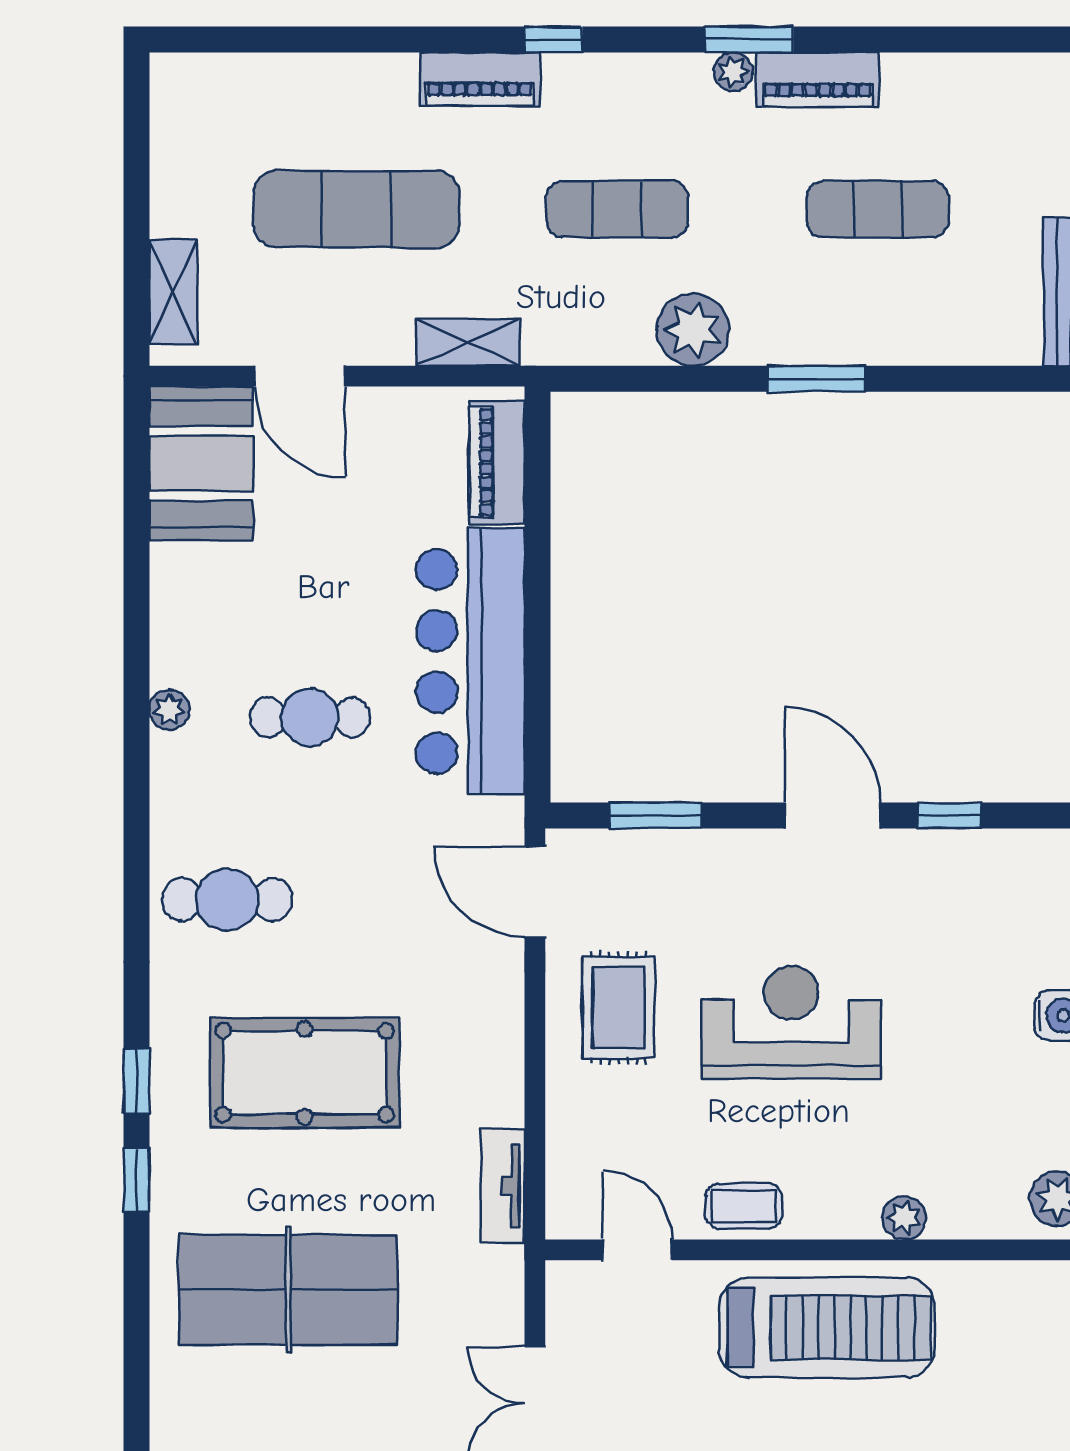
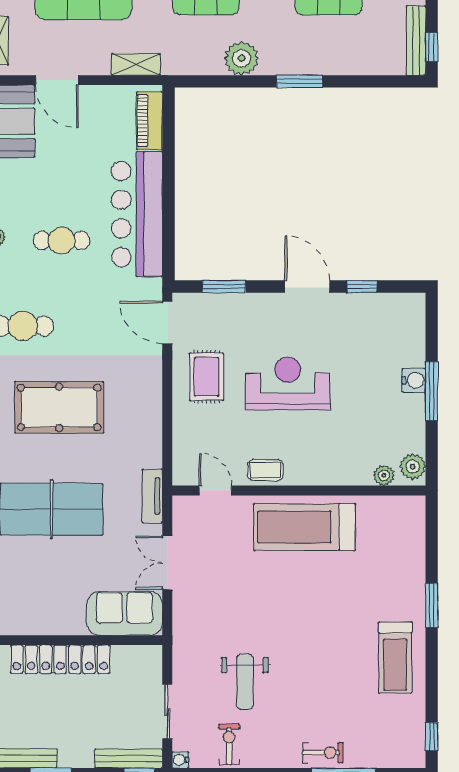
tv unit: (503, 1185) -> (152, 496), moved
plant: (904, 1218) -> (384, 475), moved
treadmill: (827, 1328) -> (304, 527), turned 180

